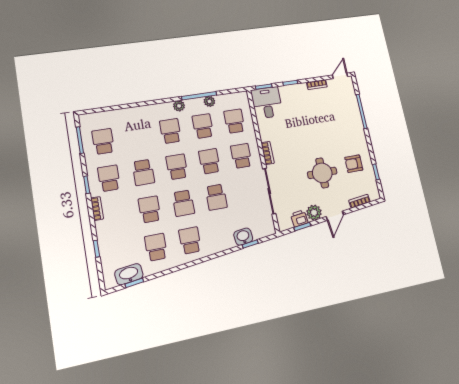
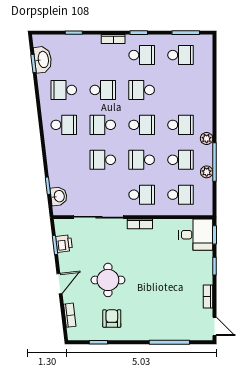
school desk: (209, 161) -> (142, 160), turned 180
plant: (314, 213) -> (67, 261), removed
door: (335, 216) -> (60, 284), swing flipped
washbasin: (243, 237) -> (59, 196), moved
school desk: (156, 247) -> (64, 90), turned 180

